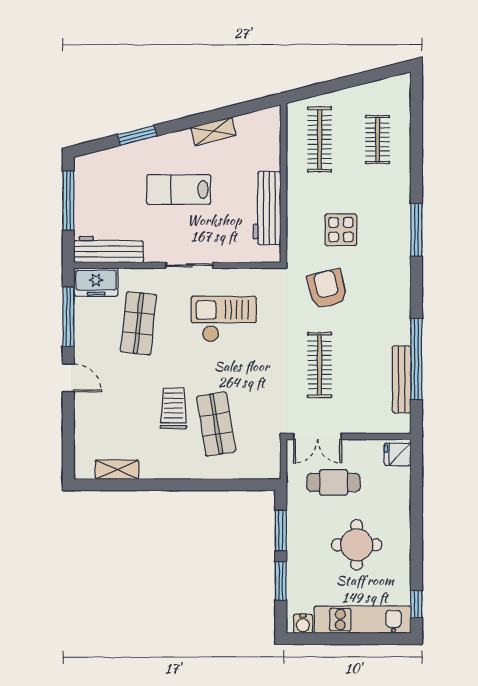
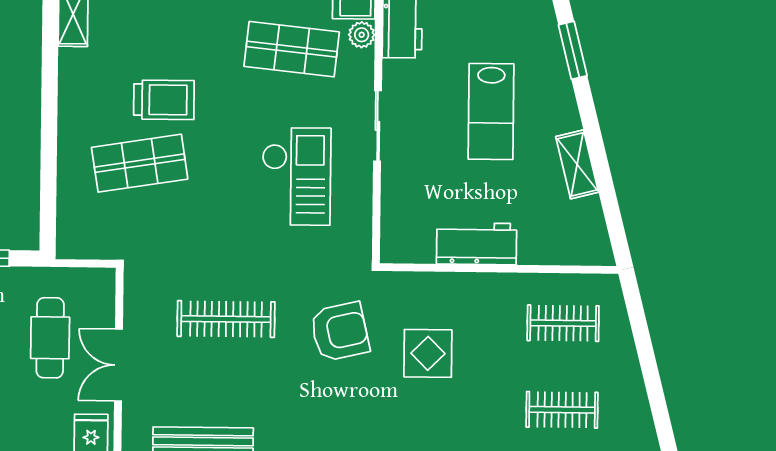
clothes rail: (320, 140) -> (563, 323), width x0.73
lab bench: (179, 189) -> (491, 112), turned 180
workbench: (267, 208) -> (477, 244), width x0.73
plant: (128, 277) -> (362, 35), added
double door: (318, 436) -> (118, 365), moved

